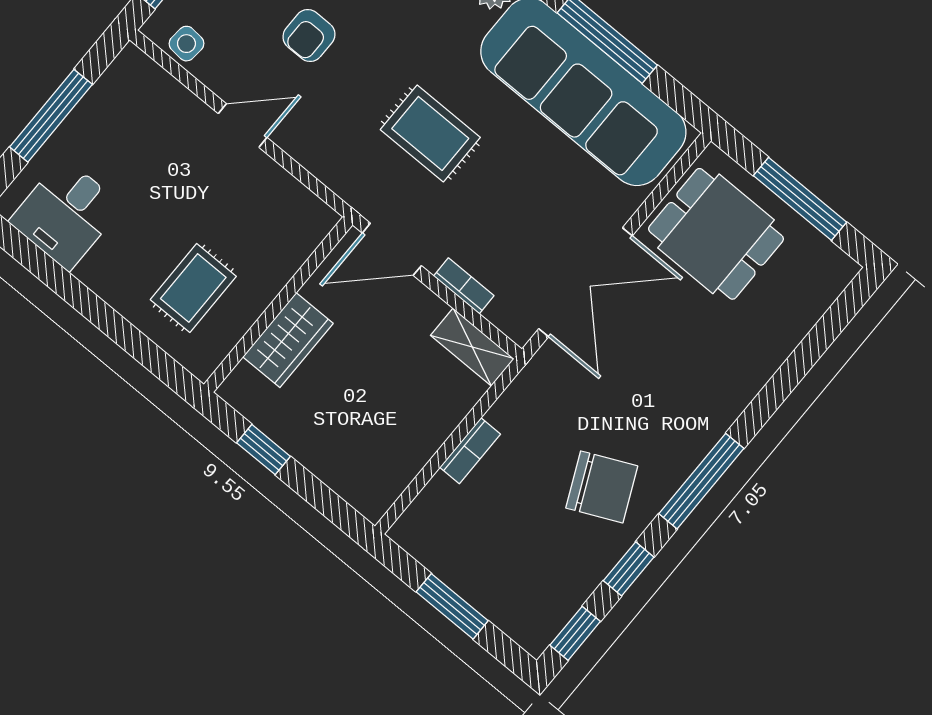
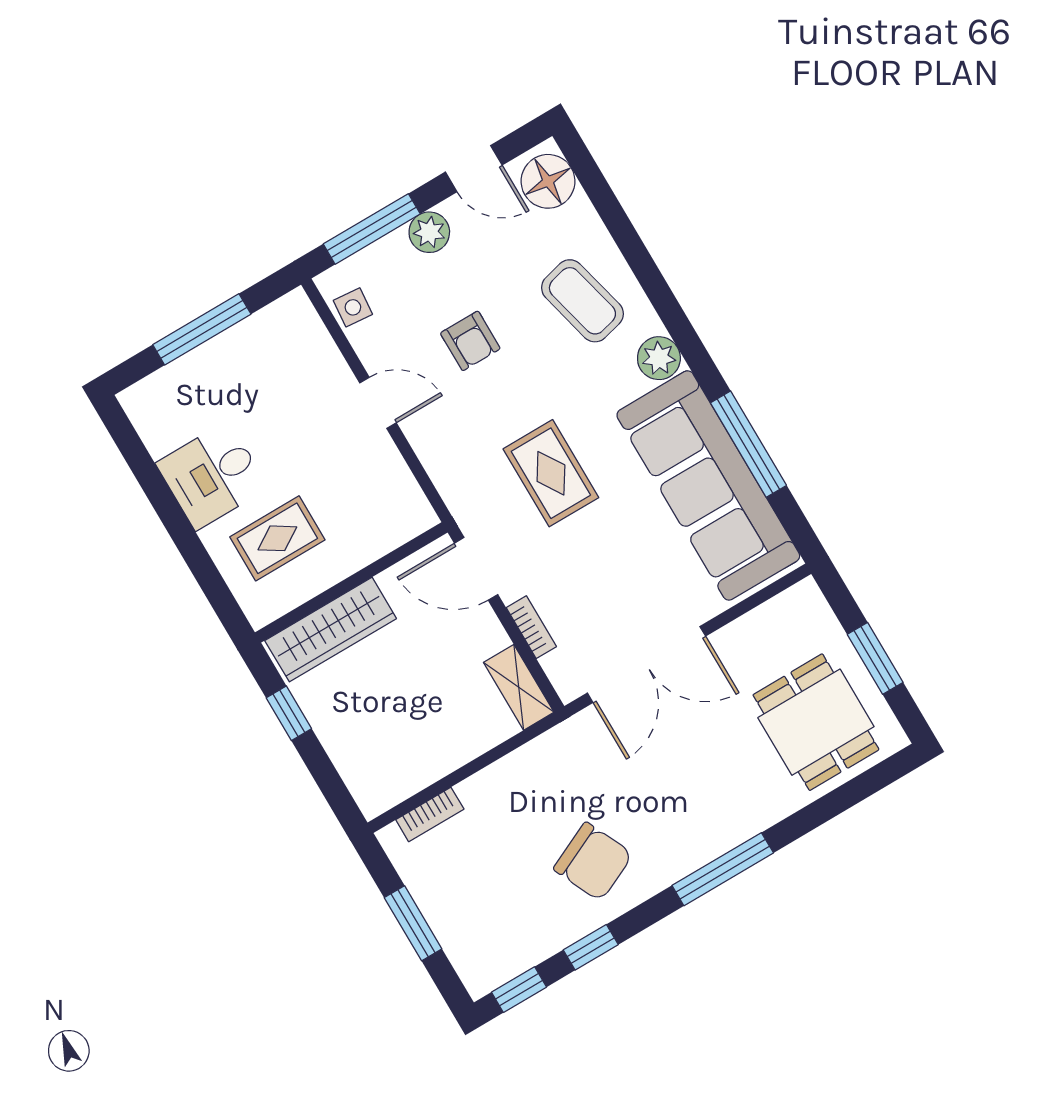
armchair: (309, 36) -> (470, 341), turned -90
window: (800, 199) -> (875, 658), width x0.69
desk: (66, 214) -> (212, 476), moved
dining table: (716, 234) -> (816, 722), moved
wardrobe: (288, 340) -> (331, 630), width x1.50
bookcase: (470, 451) -> (430, 814), moved
window: (701, 481) -> (723, 869), moved

